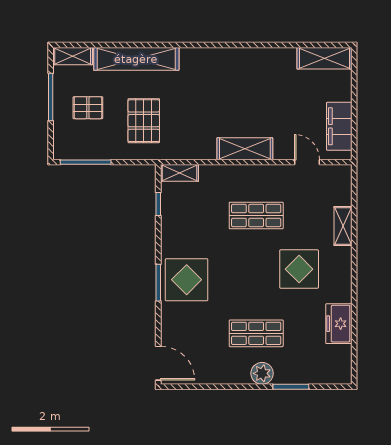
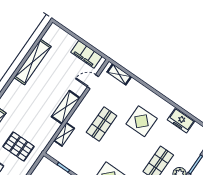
shelving: (324, 58) -> (33, 62), moved, width x1.47
shelving: (179, 173) -> (64, 134), moved
shelving: (343, 226) -> (119, 74), moved

